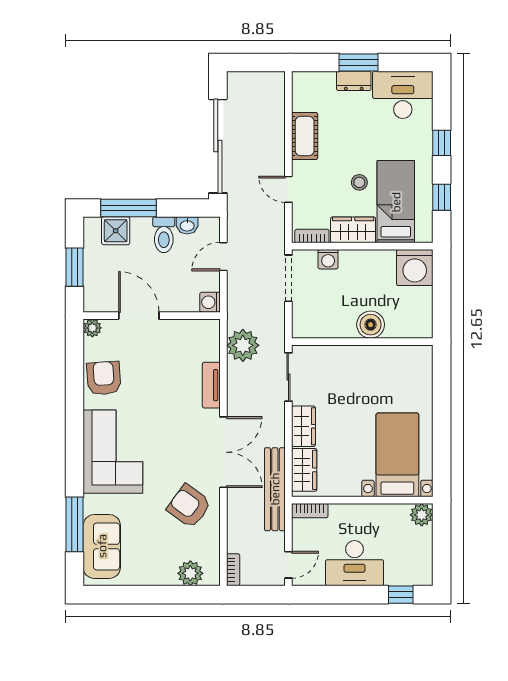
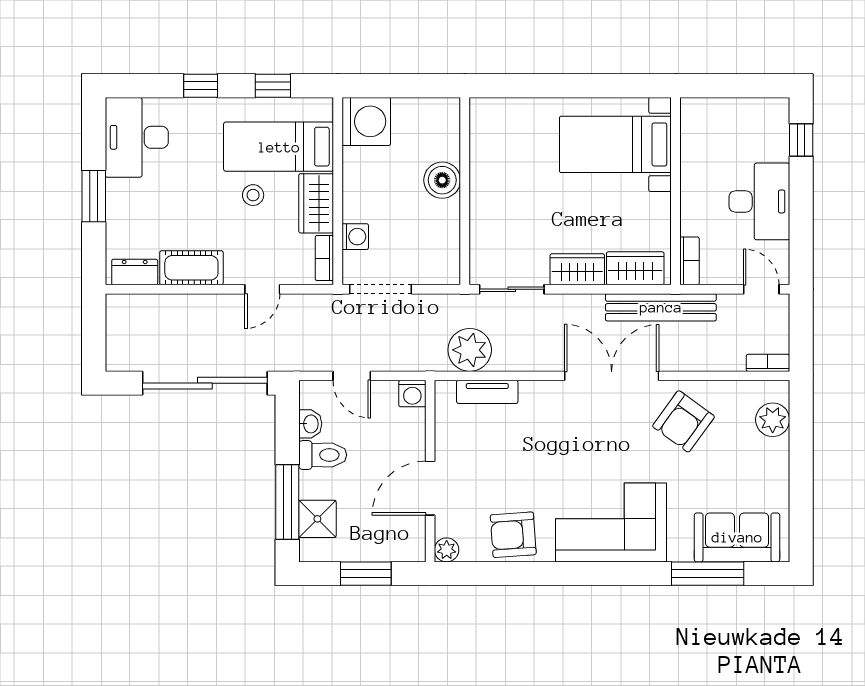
dresser: (354, 81) -> (135, 272), moved, turned -90
tv unit: (211, 385) -> (487, 392), moved
plant: (422, 515) -> (695, 112), removed

